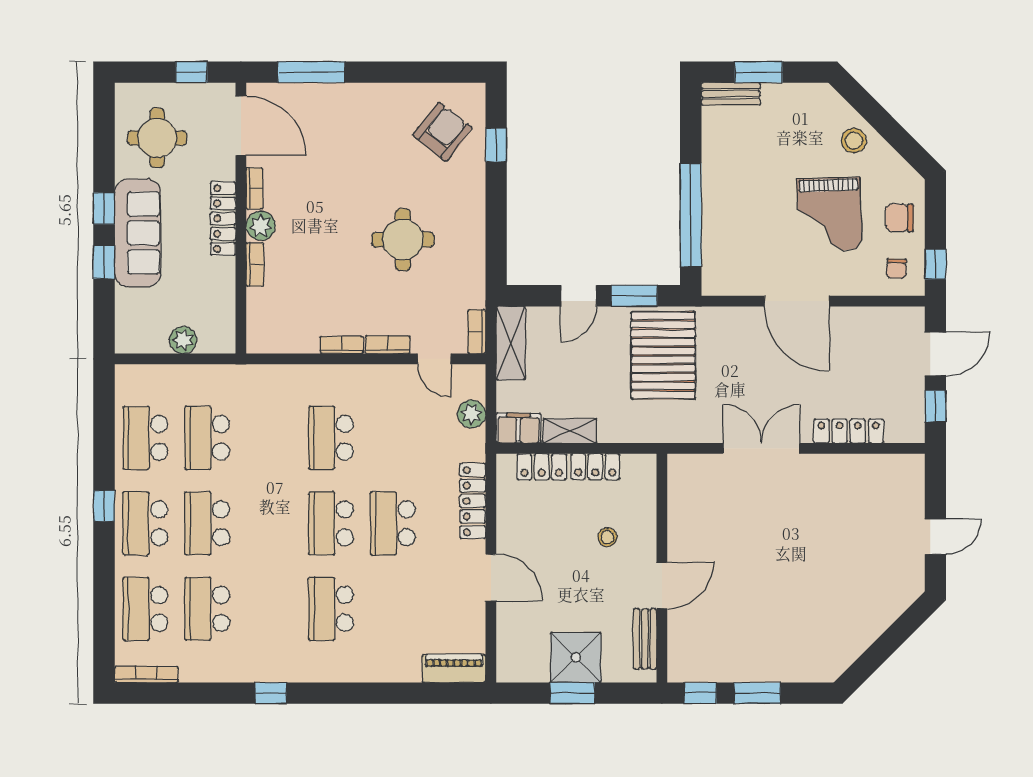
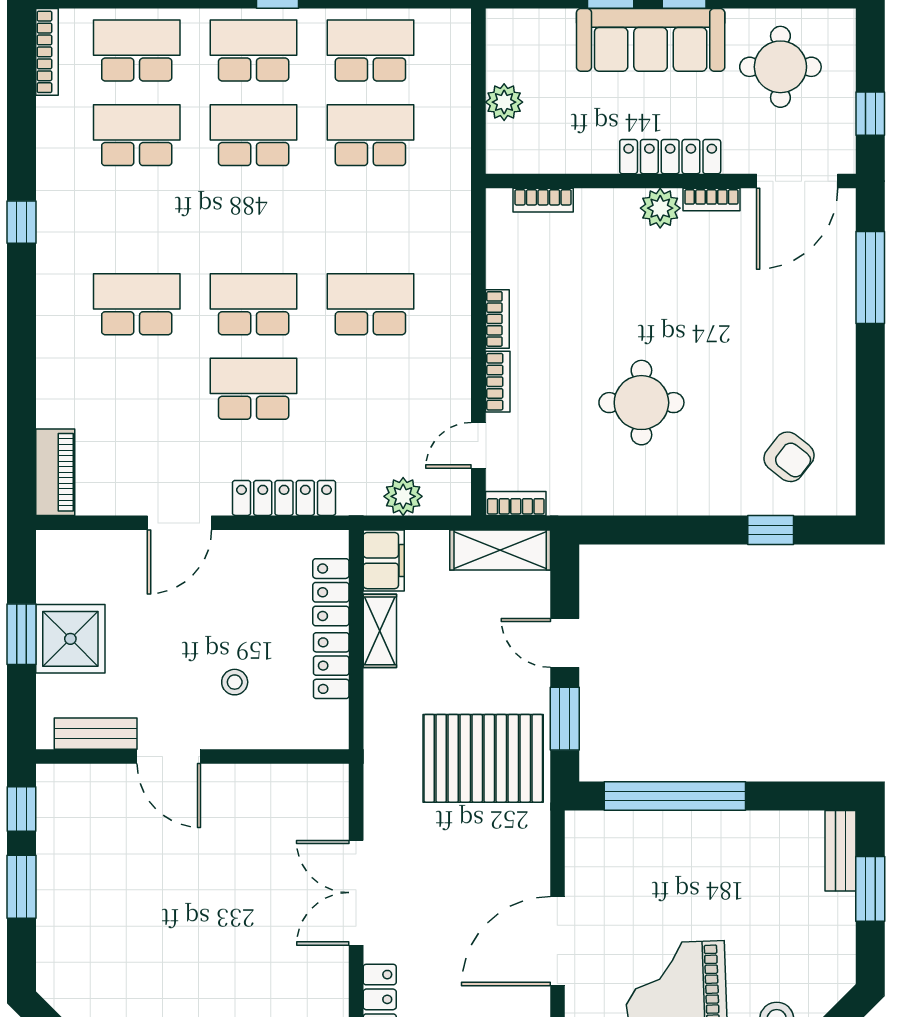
armchair: (443, 132) -> (789, 457), width x0.72, depth x0.72
bookcase: (255, 264) -> (543, 200), moved
double door: (761, 448) -> (356, 893), swing flipped

